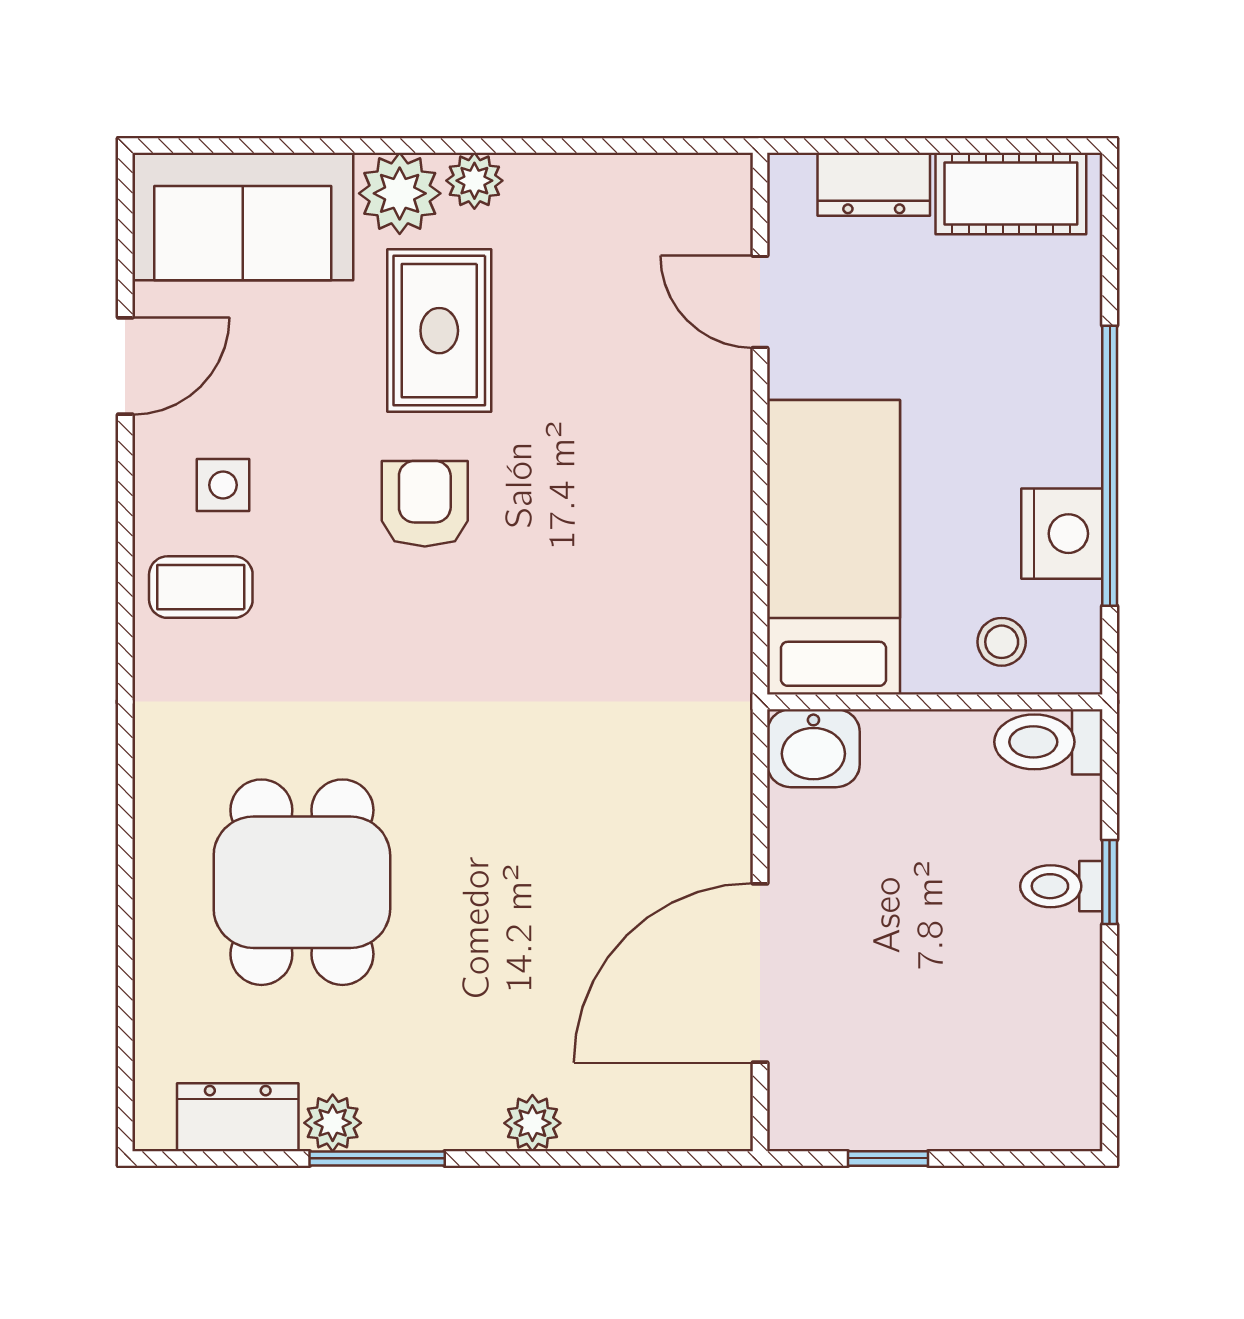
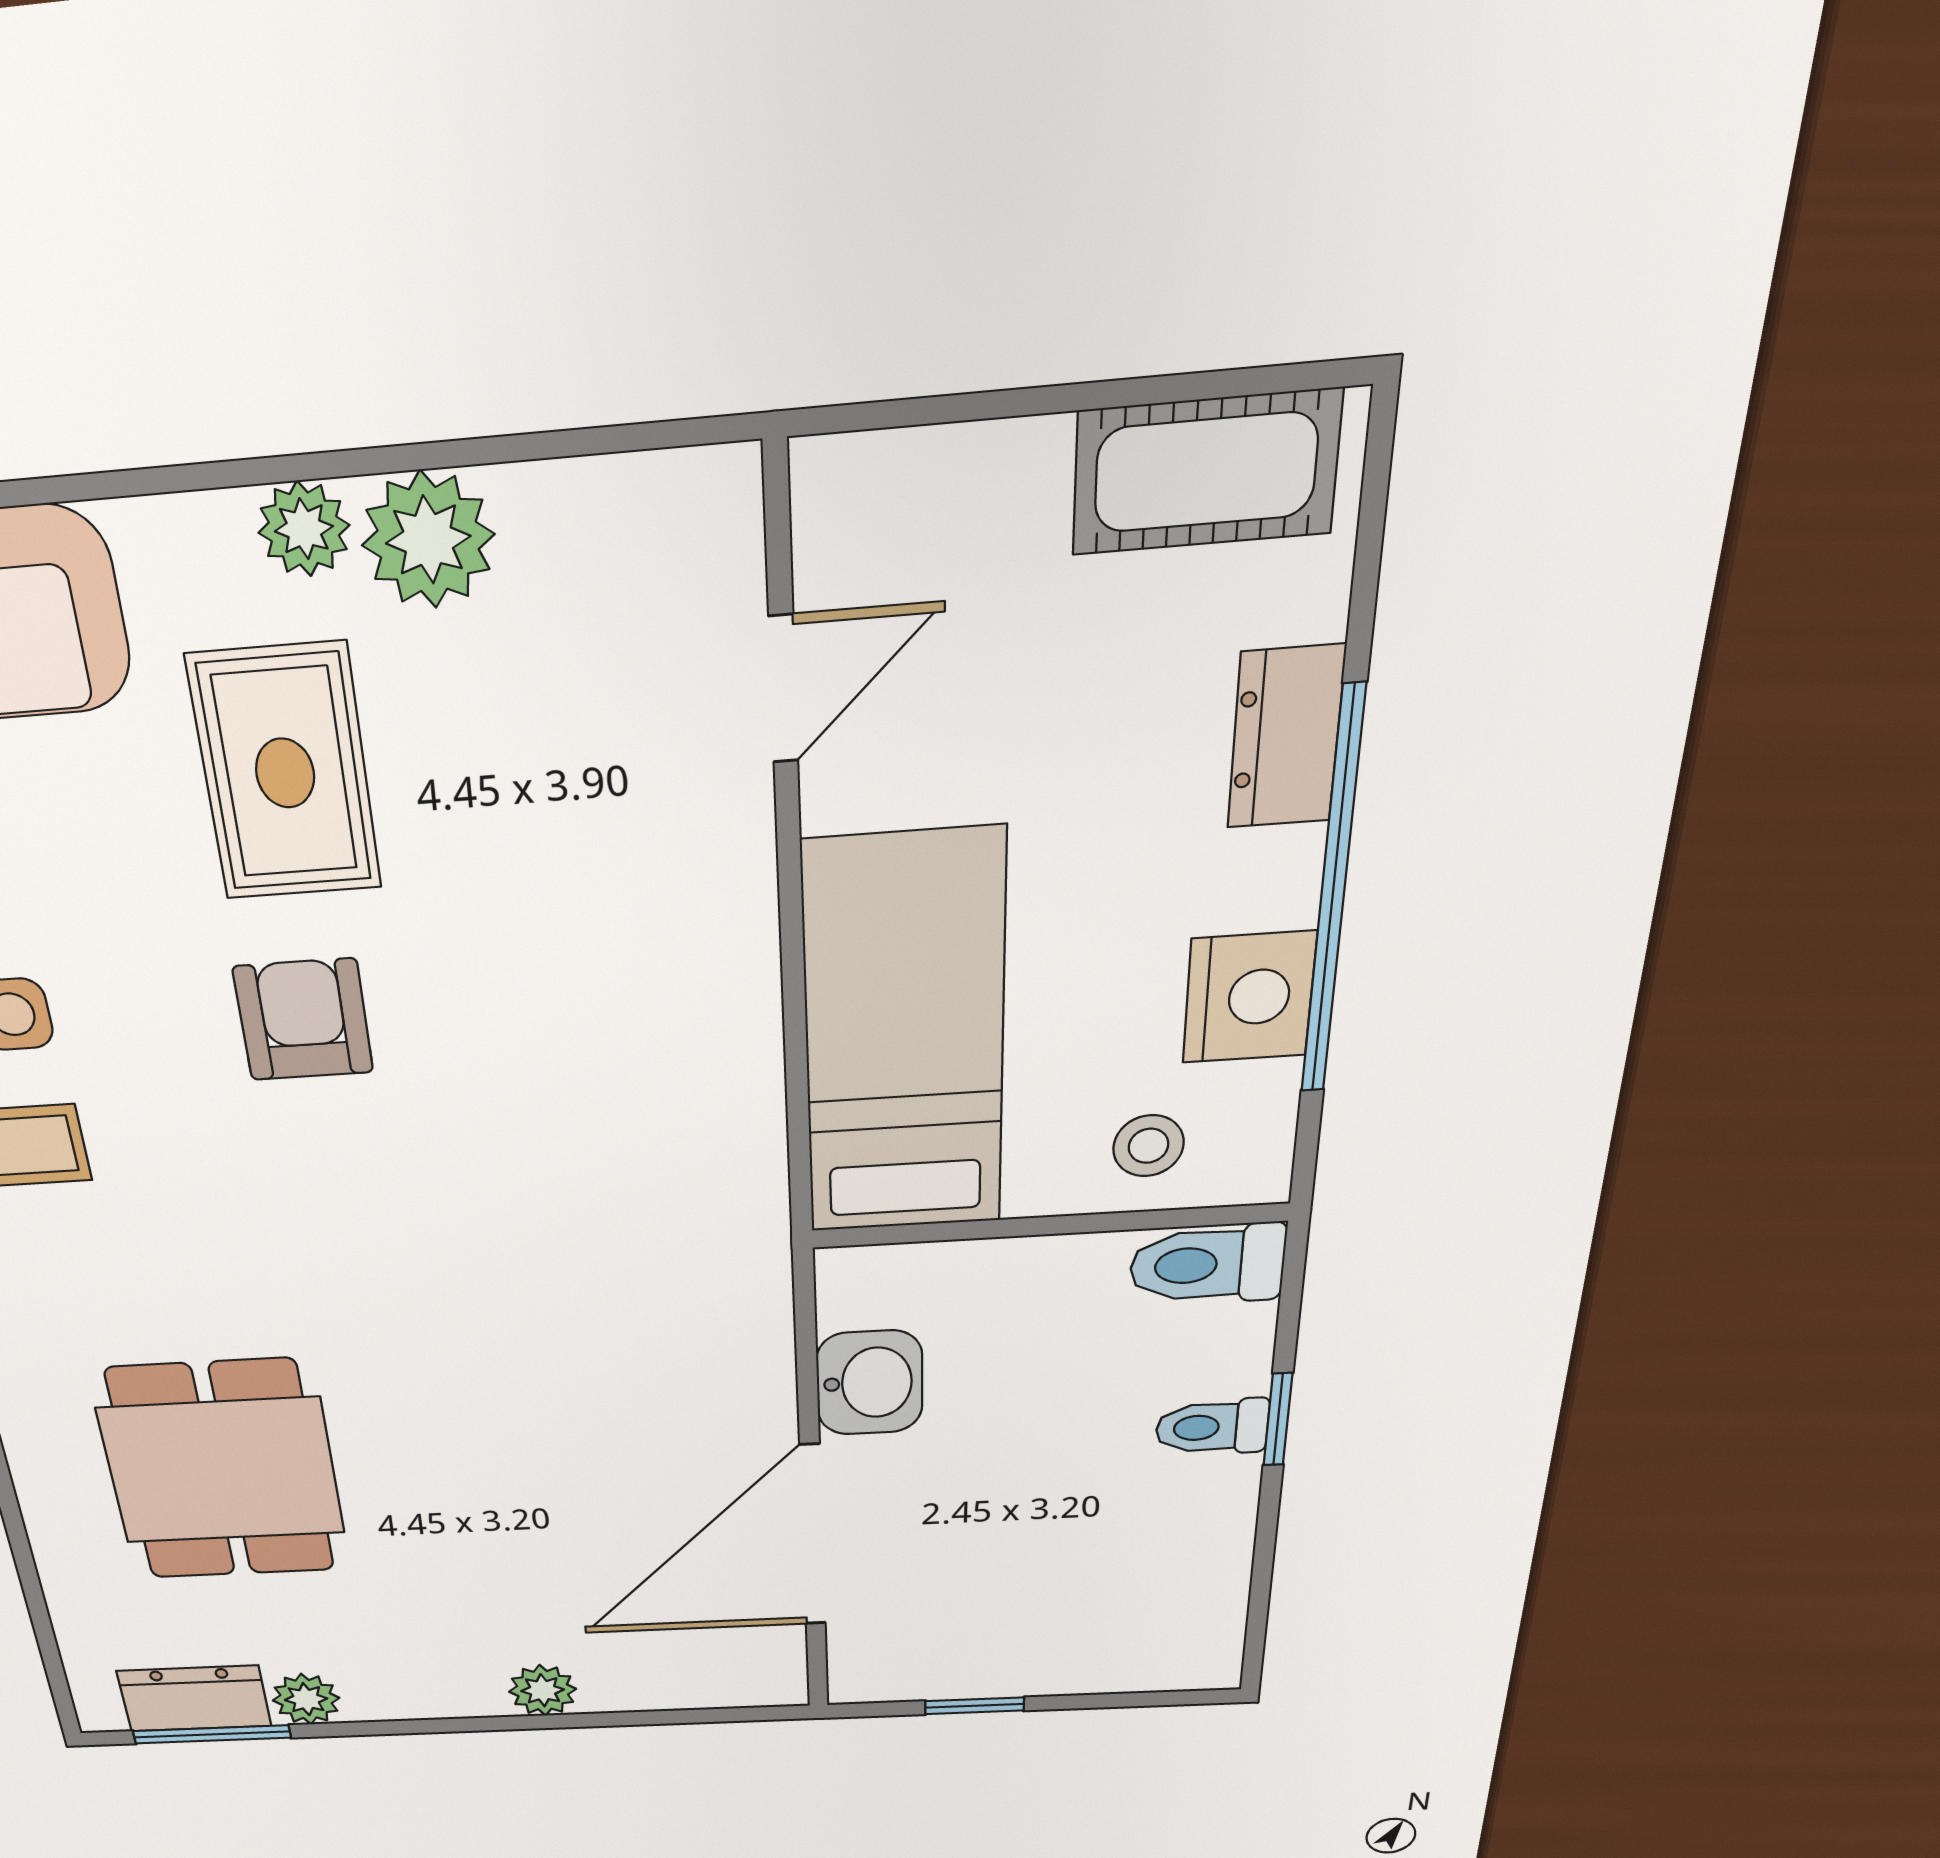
dresser: (874, 184) -> (1286, 737), moved, turned 90
plant: (400, 193) -> (428, 540), moved
door: (760, 302) -> (783, 689), swing flipped
washbasin: (813, 748) -> (870, 1383), moved, turned -90
window: (377, 1158) -> (212, 1734), moved

